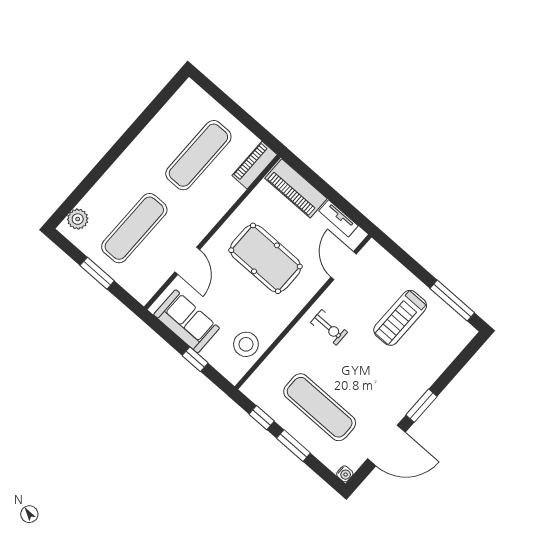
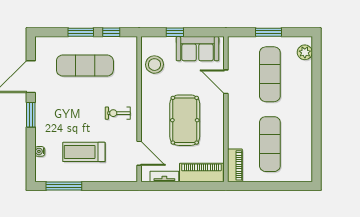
pool table: (265, 258) -> (185, 120), turned 90
treadmill: (400, 318) -> (84, 152), turned -90
water cooler: (345, 474) -> (40, 151), moved

